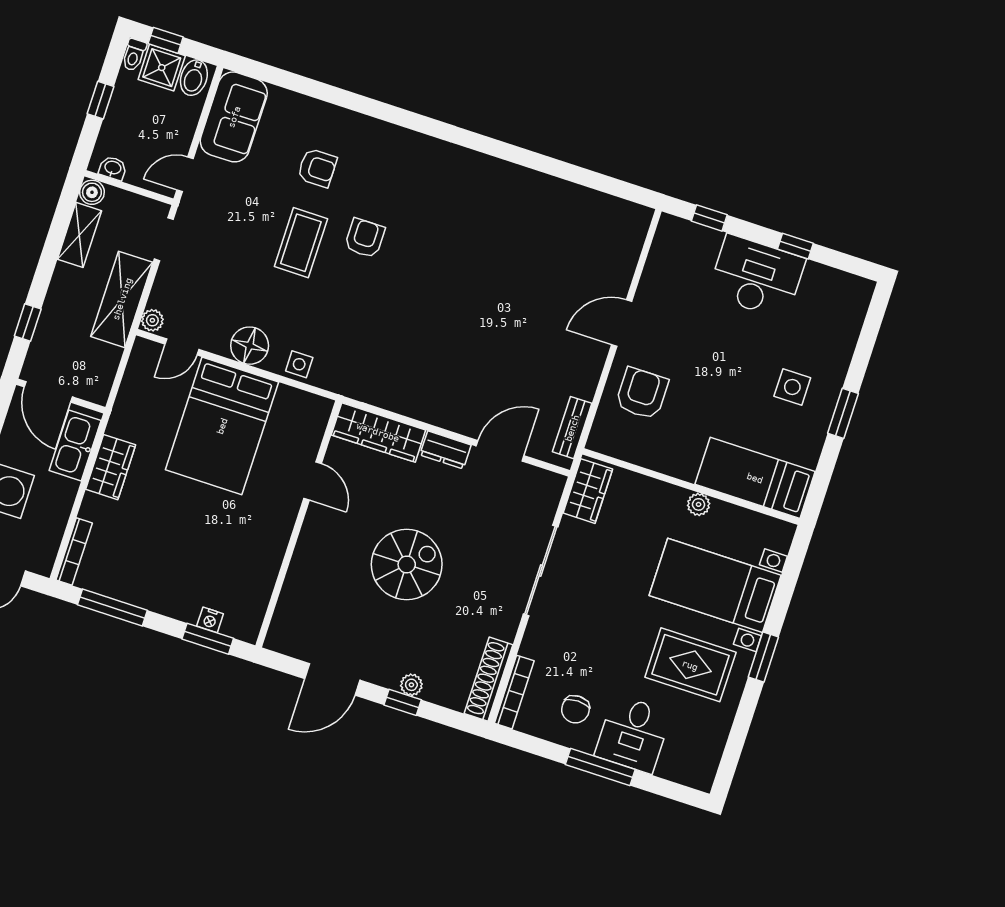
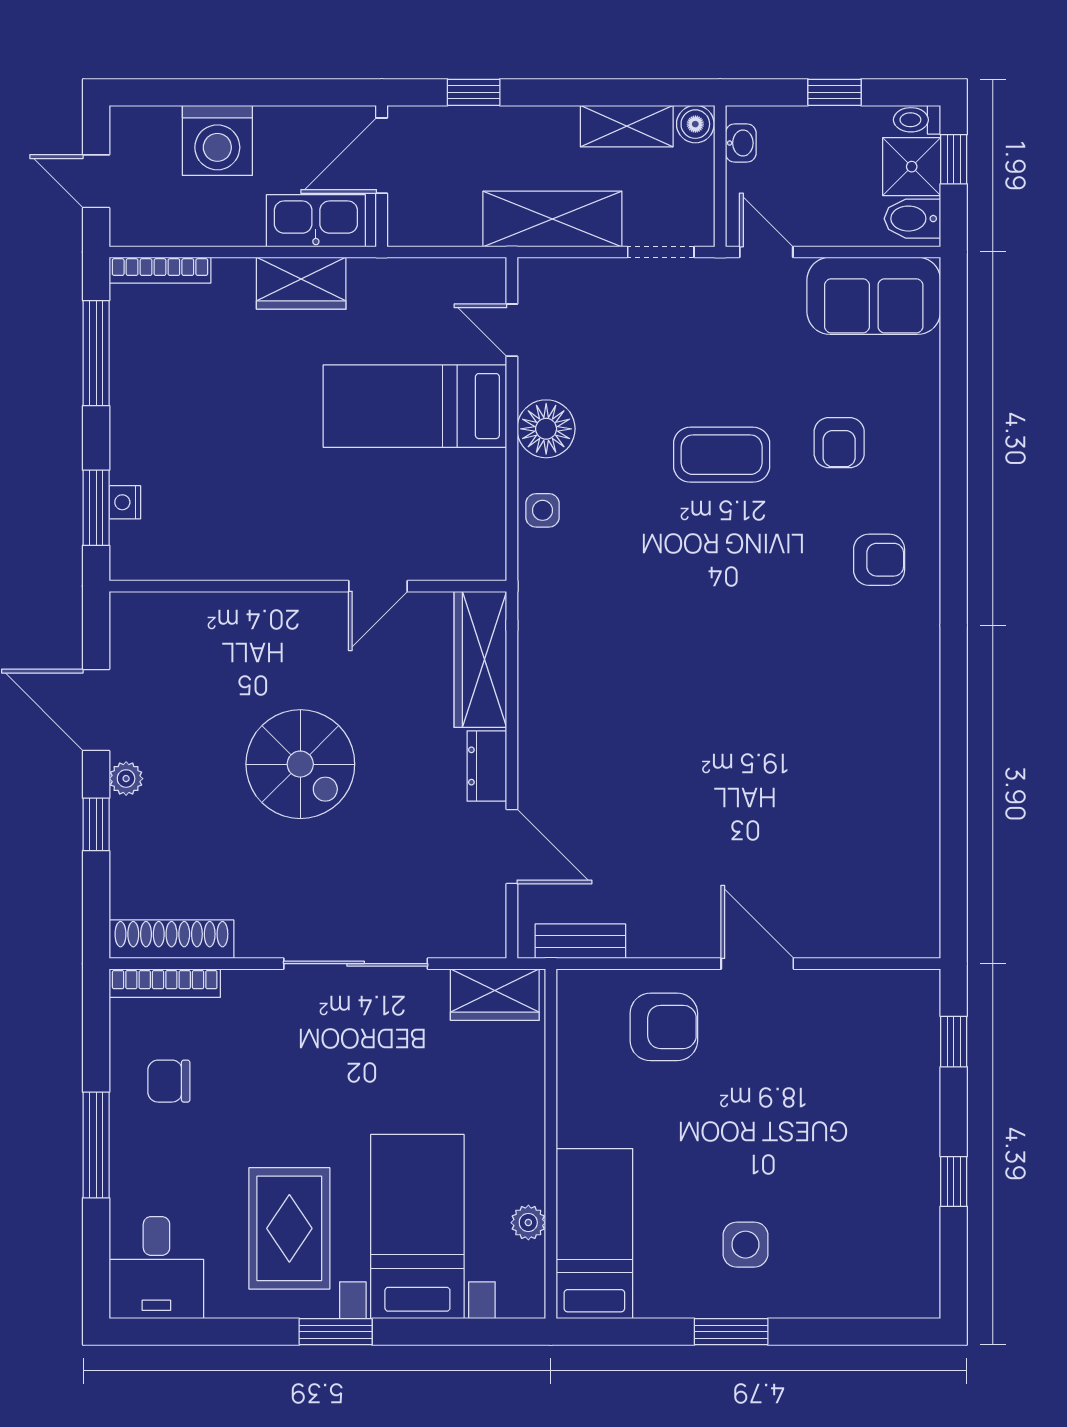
armchair: (365, 238) -> (879, 560), moved
desk: (757, 277) -> (890, 1139), removed
plant: (152, 320) -> (537, 274), removed
bed: (222, 426) -> (415, 406), width x0.67
plant: (699, 504) -> (528, 1223), moved
plant: (411, 685) -> (126, 779), moved
desk: (633, 734) -> (156, 1268), moved, turned -90

